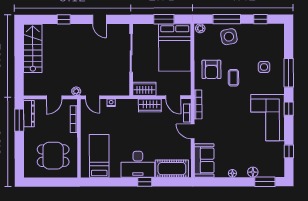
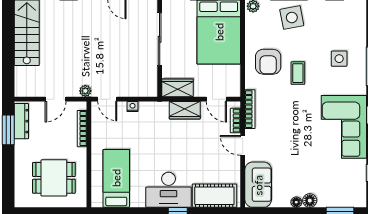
floor lamp: (253, 172) -> (310, 201), moved

